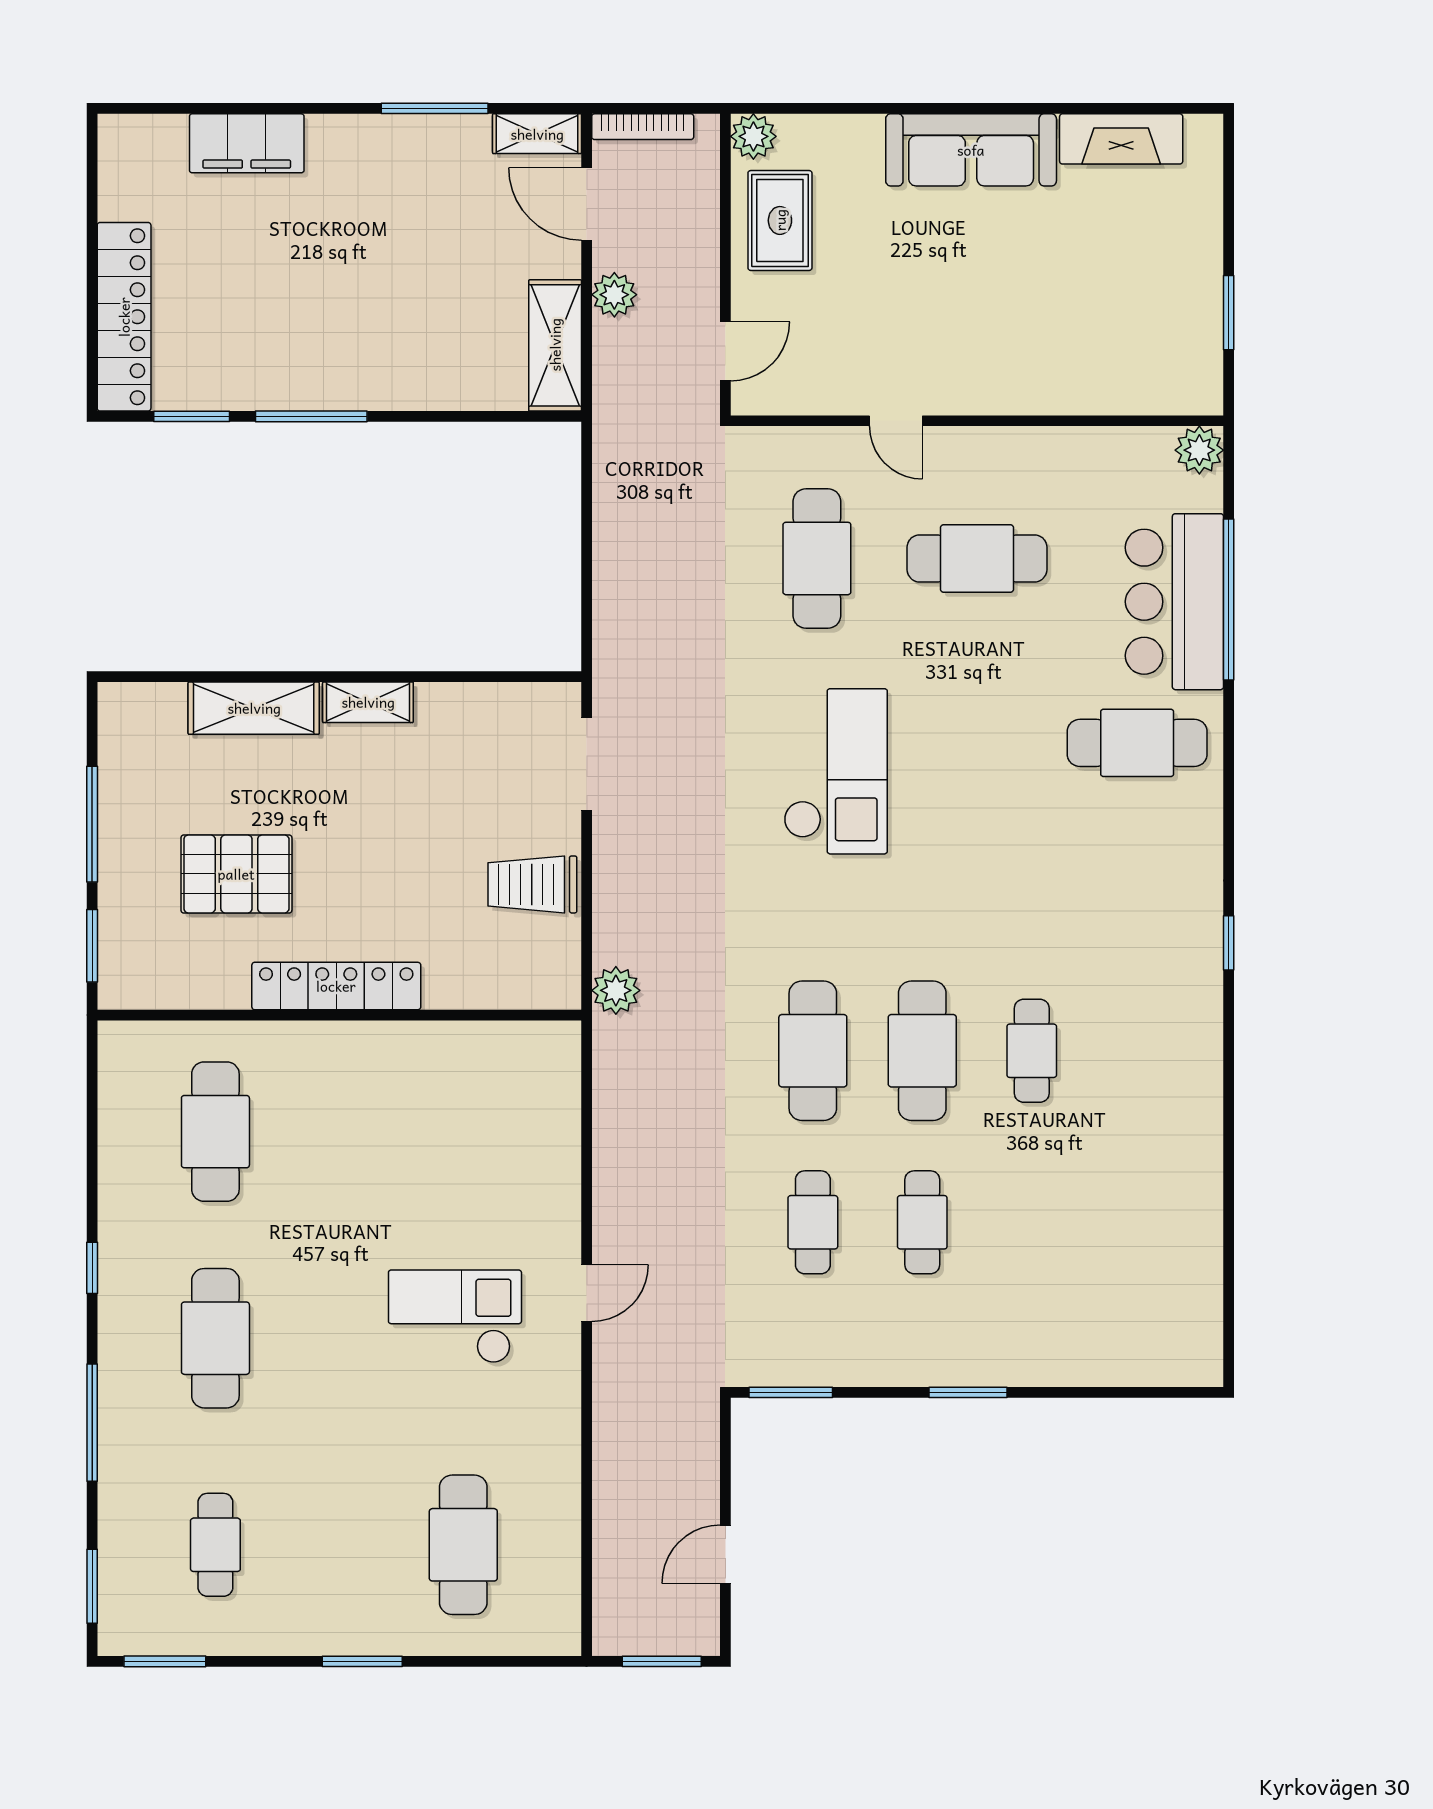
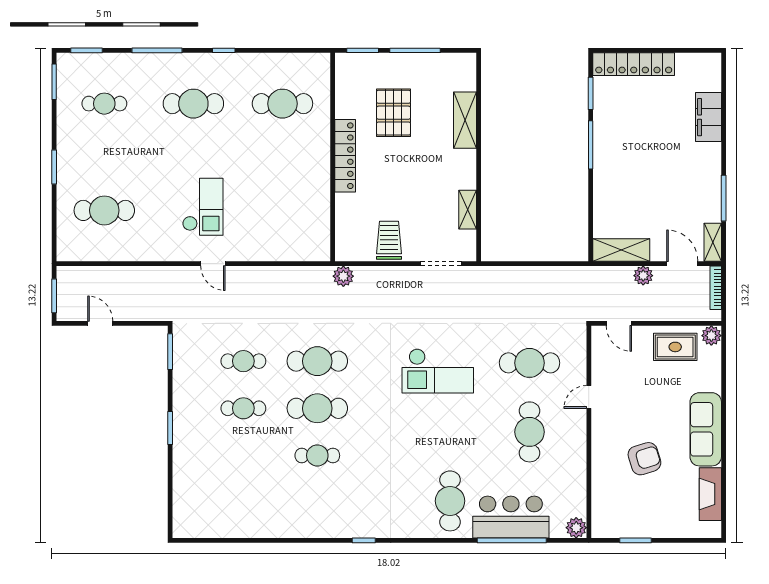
door: (587, 204) -> (682, 264), hinge flipped
armchair: (1039, 292) -> (644, 459), added
shelving: (368, 702) -> (468, 210), moved

